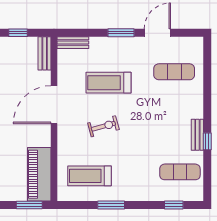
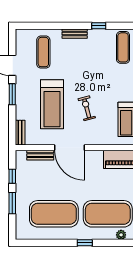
bench: (45, 53) -> (40, 155), moved
treadmill: (108, 83) -> (52, 104), width x1.37, depth x1.38
bench: (197, 135) -> (75, 34), moved

